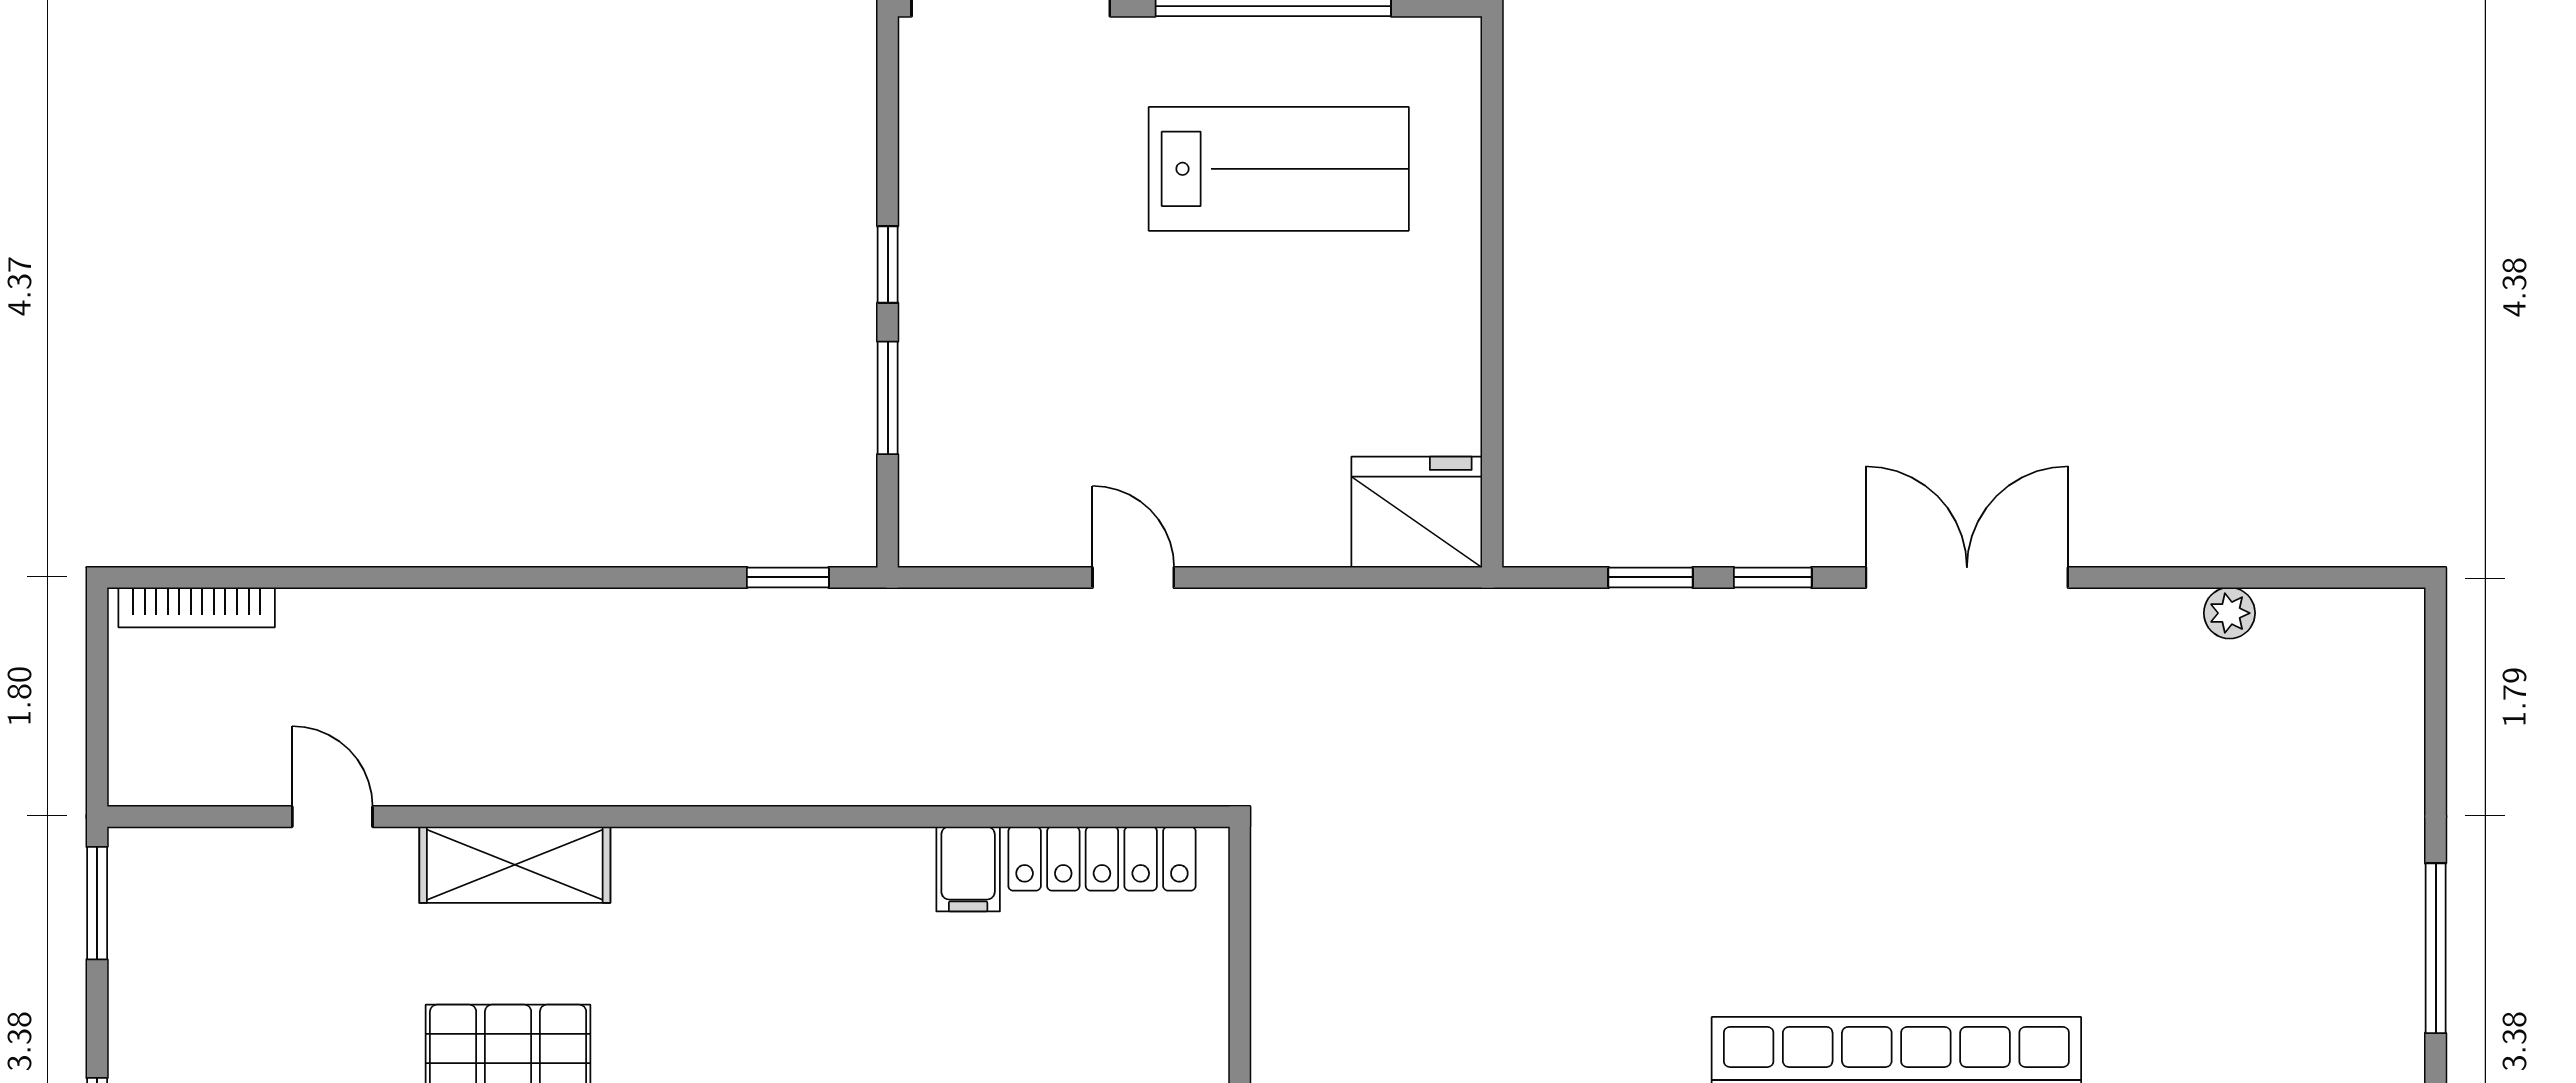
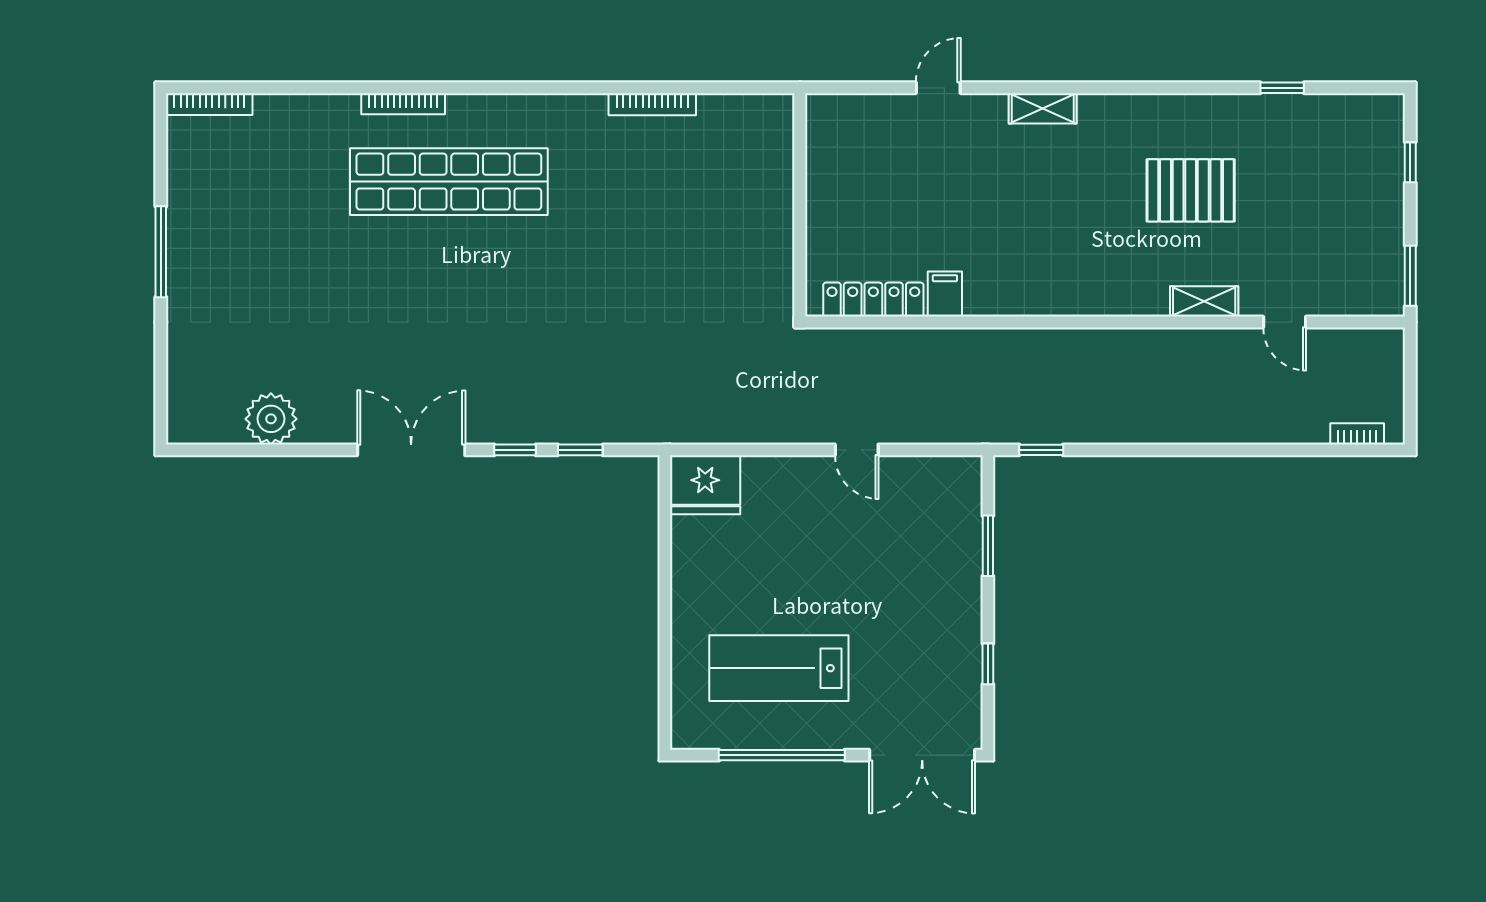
window: (888, 265) -> (988, 664), moved
double door: (1967, 577) -> (411, 450), swing flipped
bookcase: (197, 607) -> (1357, 434), width x0.64
plant: (2229, 613) -> (271, 419), width x1.88, depth x1.88
shelving: (515, 865) -> (1204, 301), width x0.67, depth x0.75

